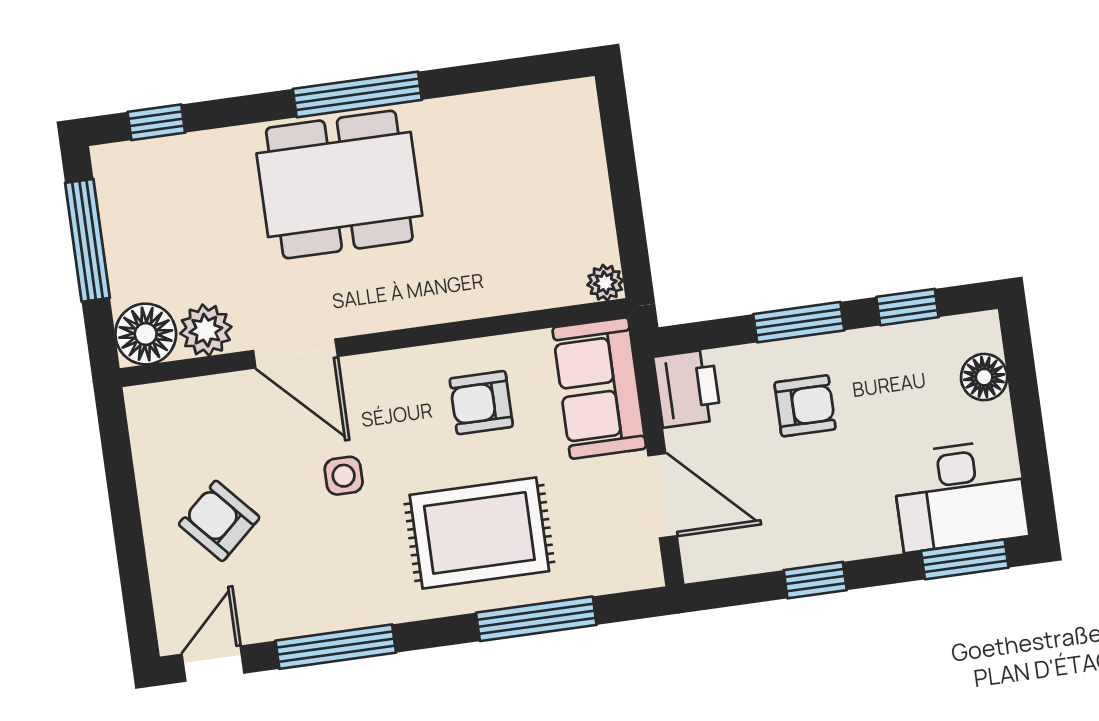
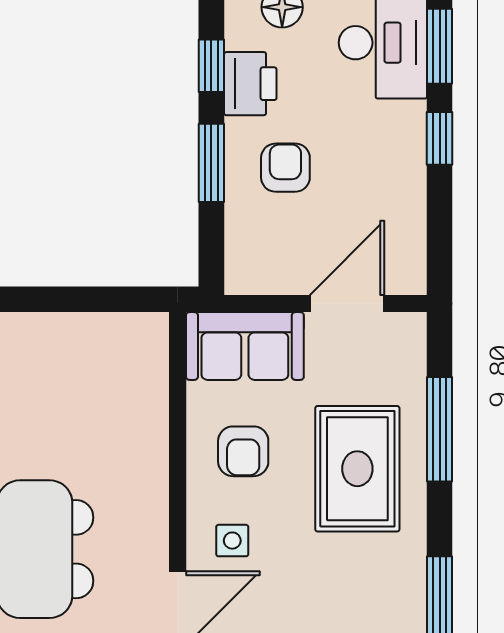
plant: (605, 283) -> (153, 328), removed
printer: (687, 388) -> (250, 84), moved, turned 90
side table: (344, 476) -> (232, 541), moved
window: (815, 580) -> (440, 138), moved

